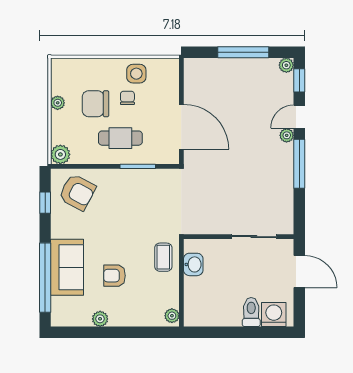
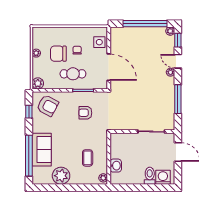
window: (243, 52) -> (145, 24), width x1.46
side table: (136, 74) -> (99, 42), moved
door: (299, 117) -> (178, 61), hinge flipped
window: (299, 164) -> (178, 99), moved
coffee table: (163, 257) -> (88, 158), moved
washbasin: (193, 264) -> (116, 166), moved
armchair: (114, 276) -> (85, 113), moved
plant: (100, 319) -> (61, 176), width x1.88, depth x1.88

